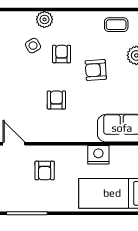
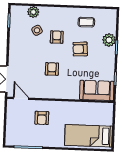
plant: (44, 19) -> (33, 12), moved
coffee table: (116, 25) -> (86, 22), moved
nightstand: (98, 155) -> (80, 108), removed

